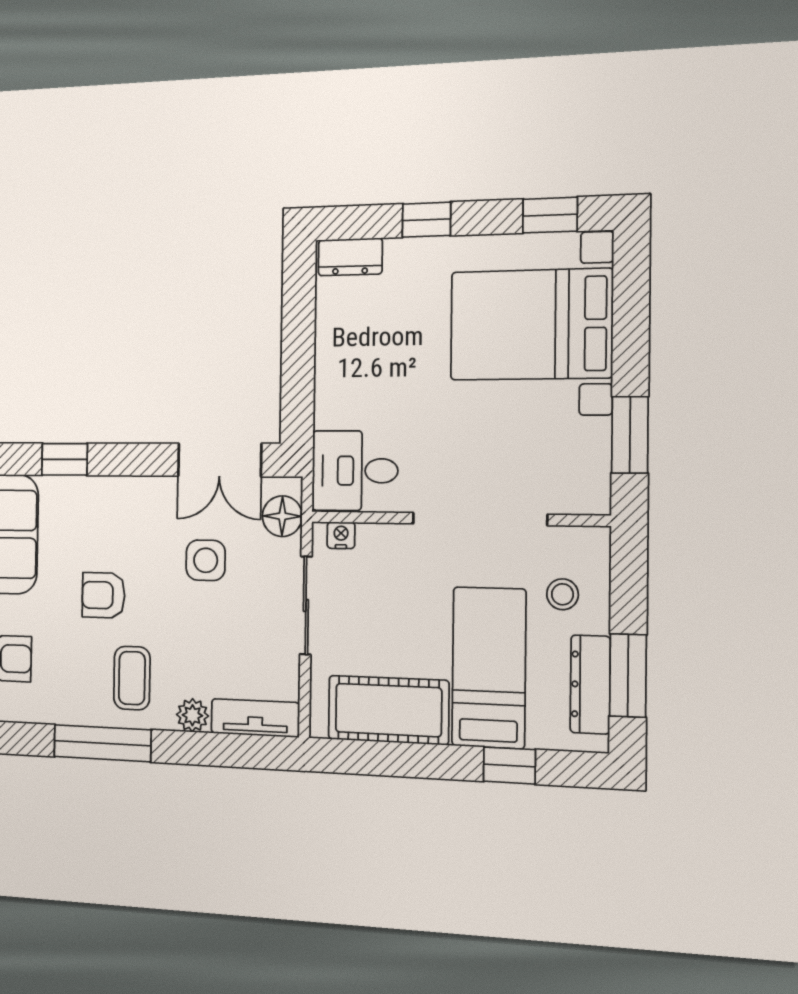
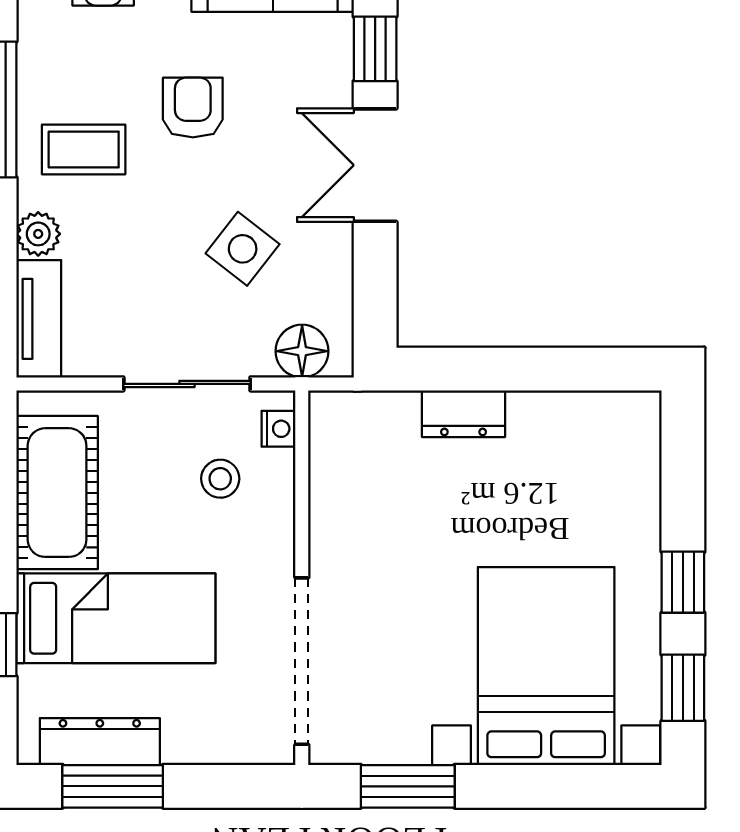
window: (426, 220) -> (683, 582), moved
dresser: (350, 257) -> (463, 414), moved, turned -90
double door: (220, 460) -> (375, 165), moved
desk: (355, 471) -> (362, 446), removed
doorway: (480, 519) -> (302, 661), moved
side table: (206, 560) -> (243, 249), turned 38
stool: (563, 594) -> (220, 479), moved

